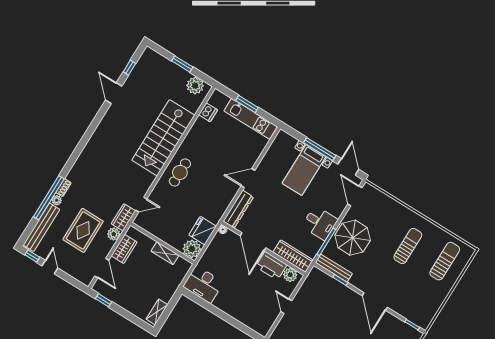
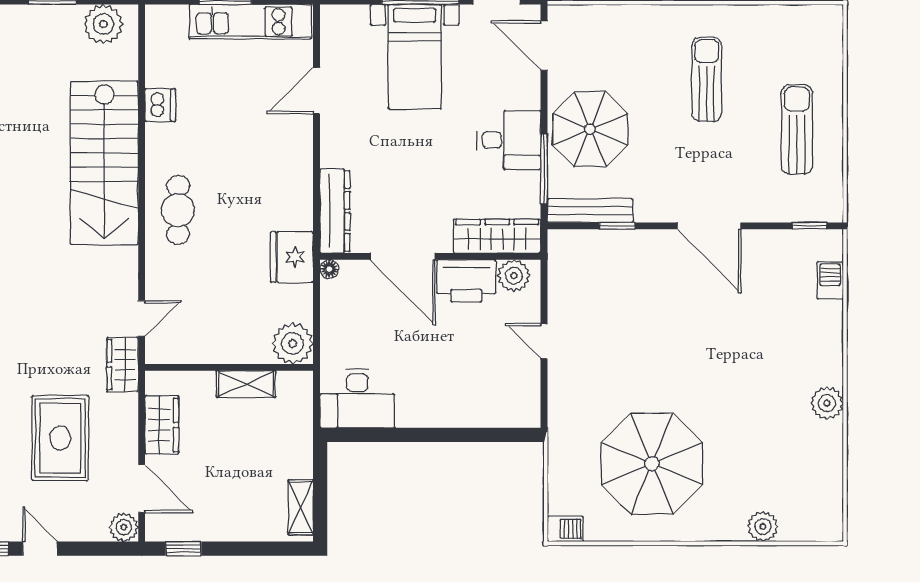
dishwasher: (208, 112) -> (160, 105), moved
door: (248, 178) -> (316, 91), moved
fridge: (203, 231) -> (292, 257), moved
plant: (114, 234) -> (124, 527), moved
sun lounger: (445, 261) -> (797, 129), moved

